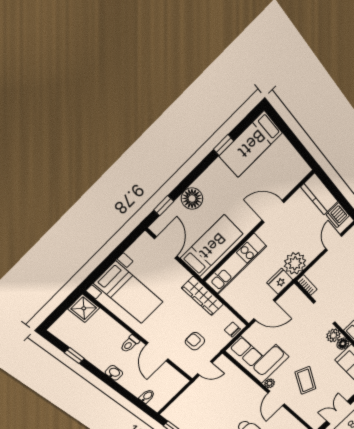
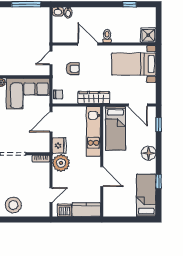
floor lamp: (192, 199) -> (149, 153), moved
door: (273, 211) -> (102, 177), hinge flipped
door: (334, 242) -> (51, 195), hinge flipped
washbasin: (114, 373) -> (58, 12), moved

